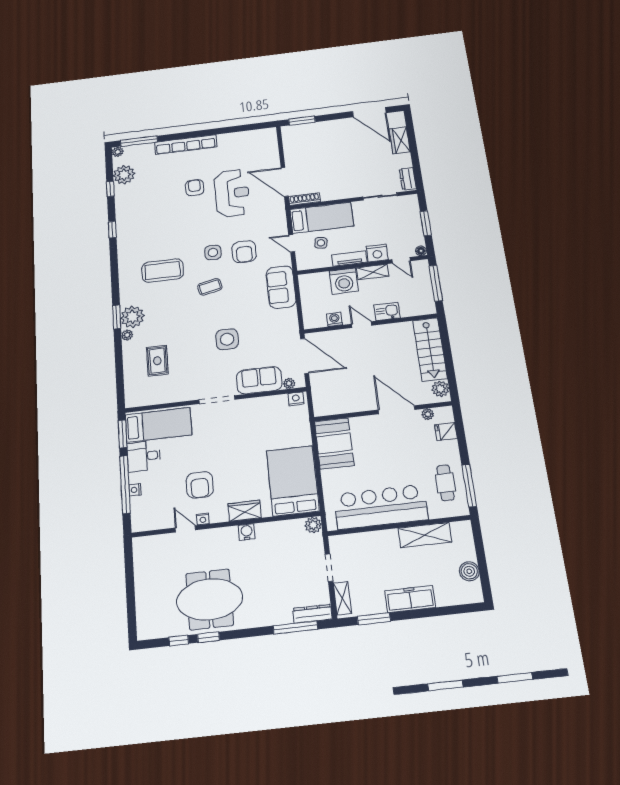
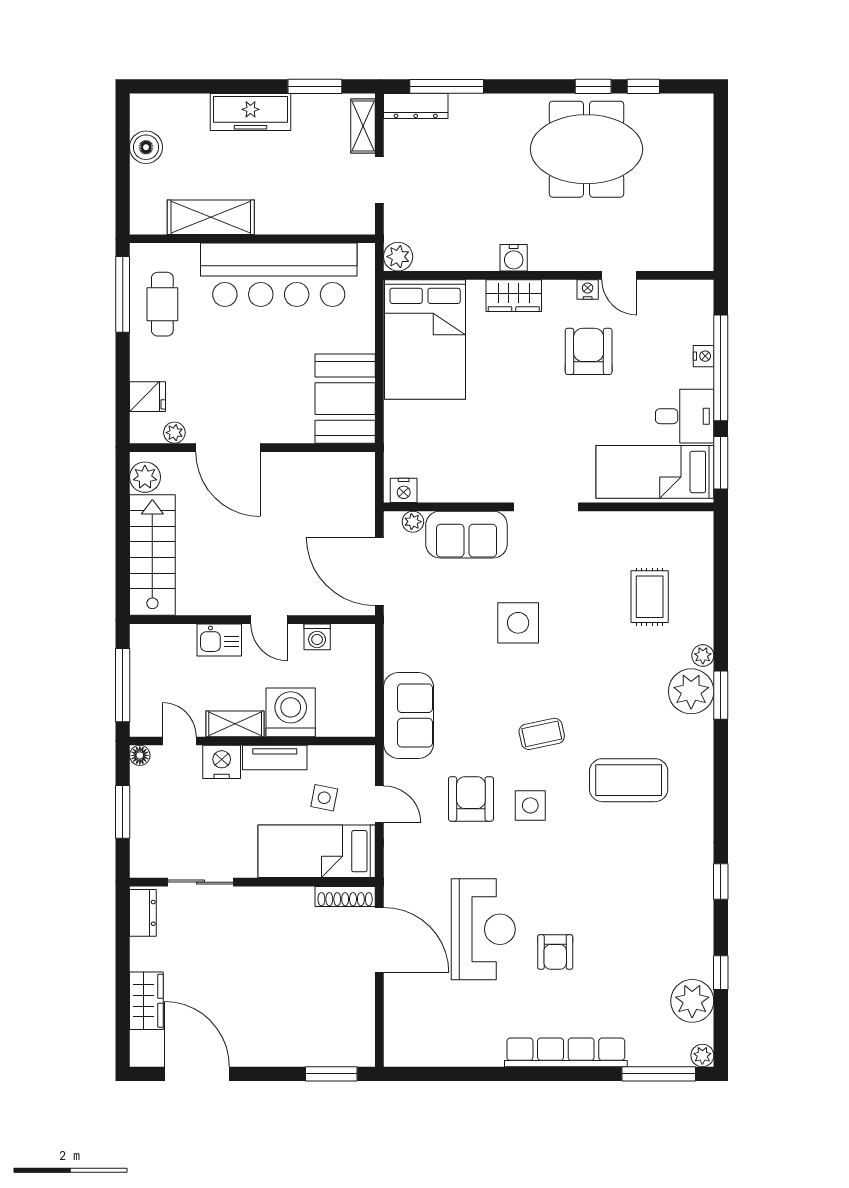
reception desk: (232, 193) -> (483, 929), turned 180

